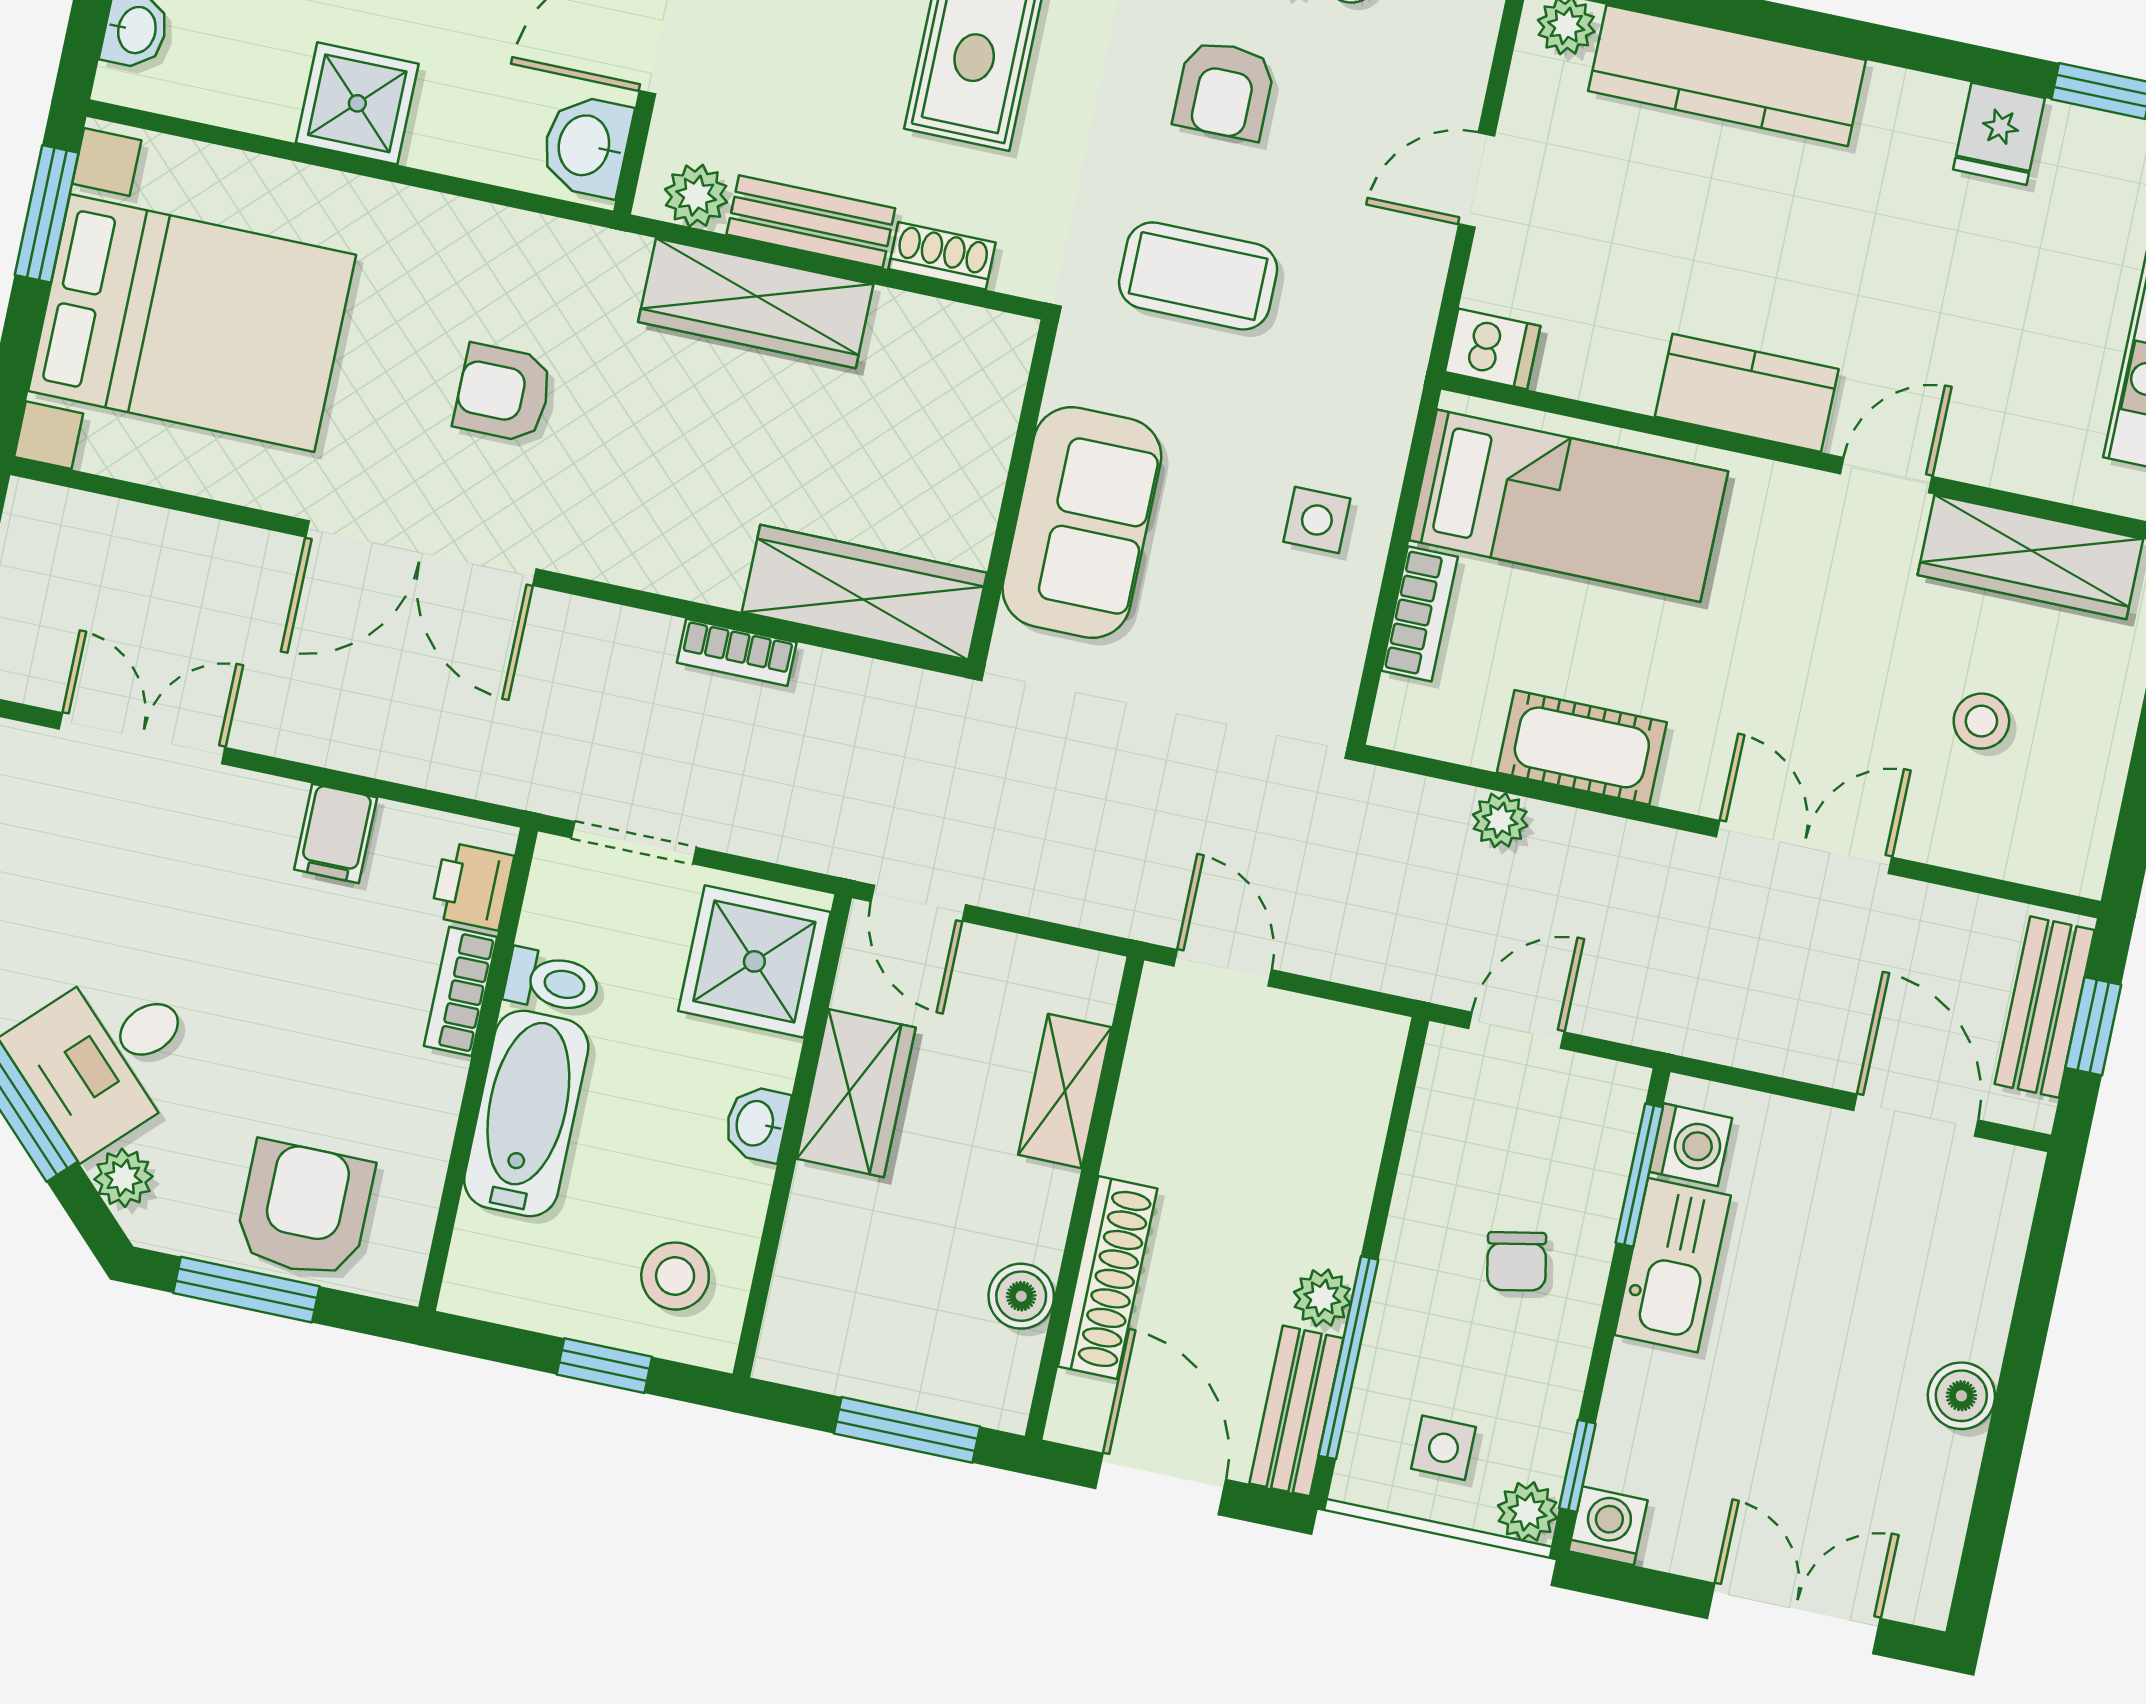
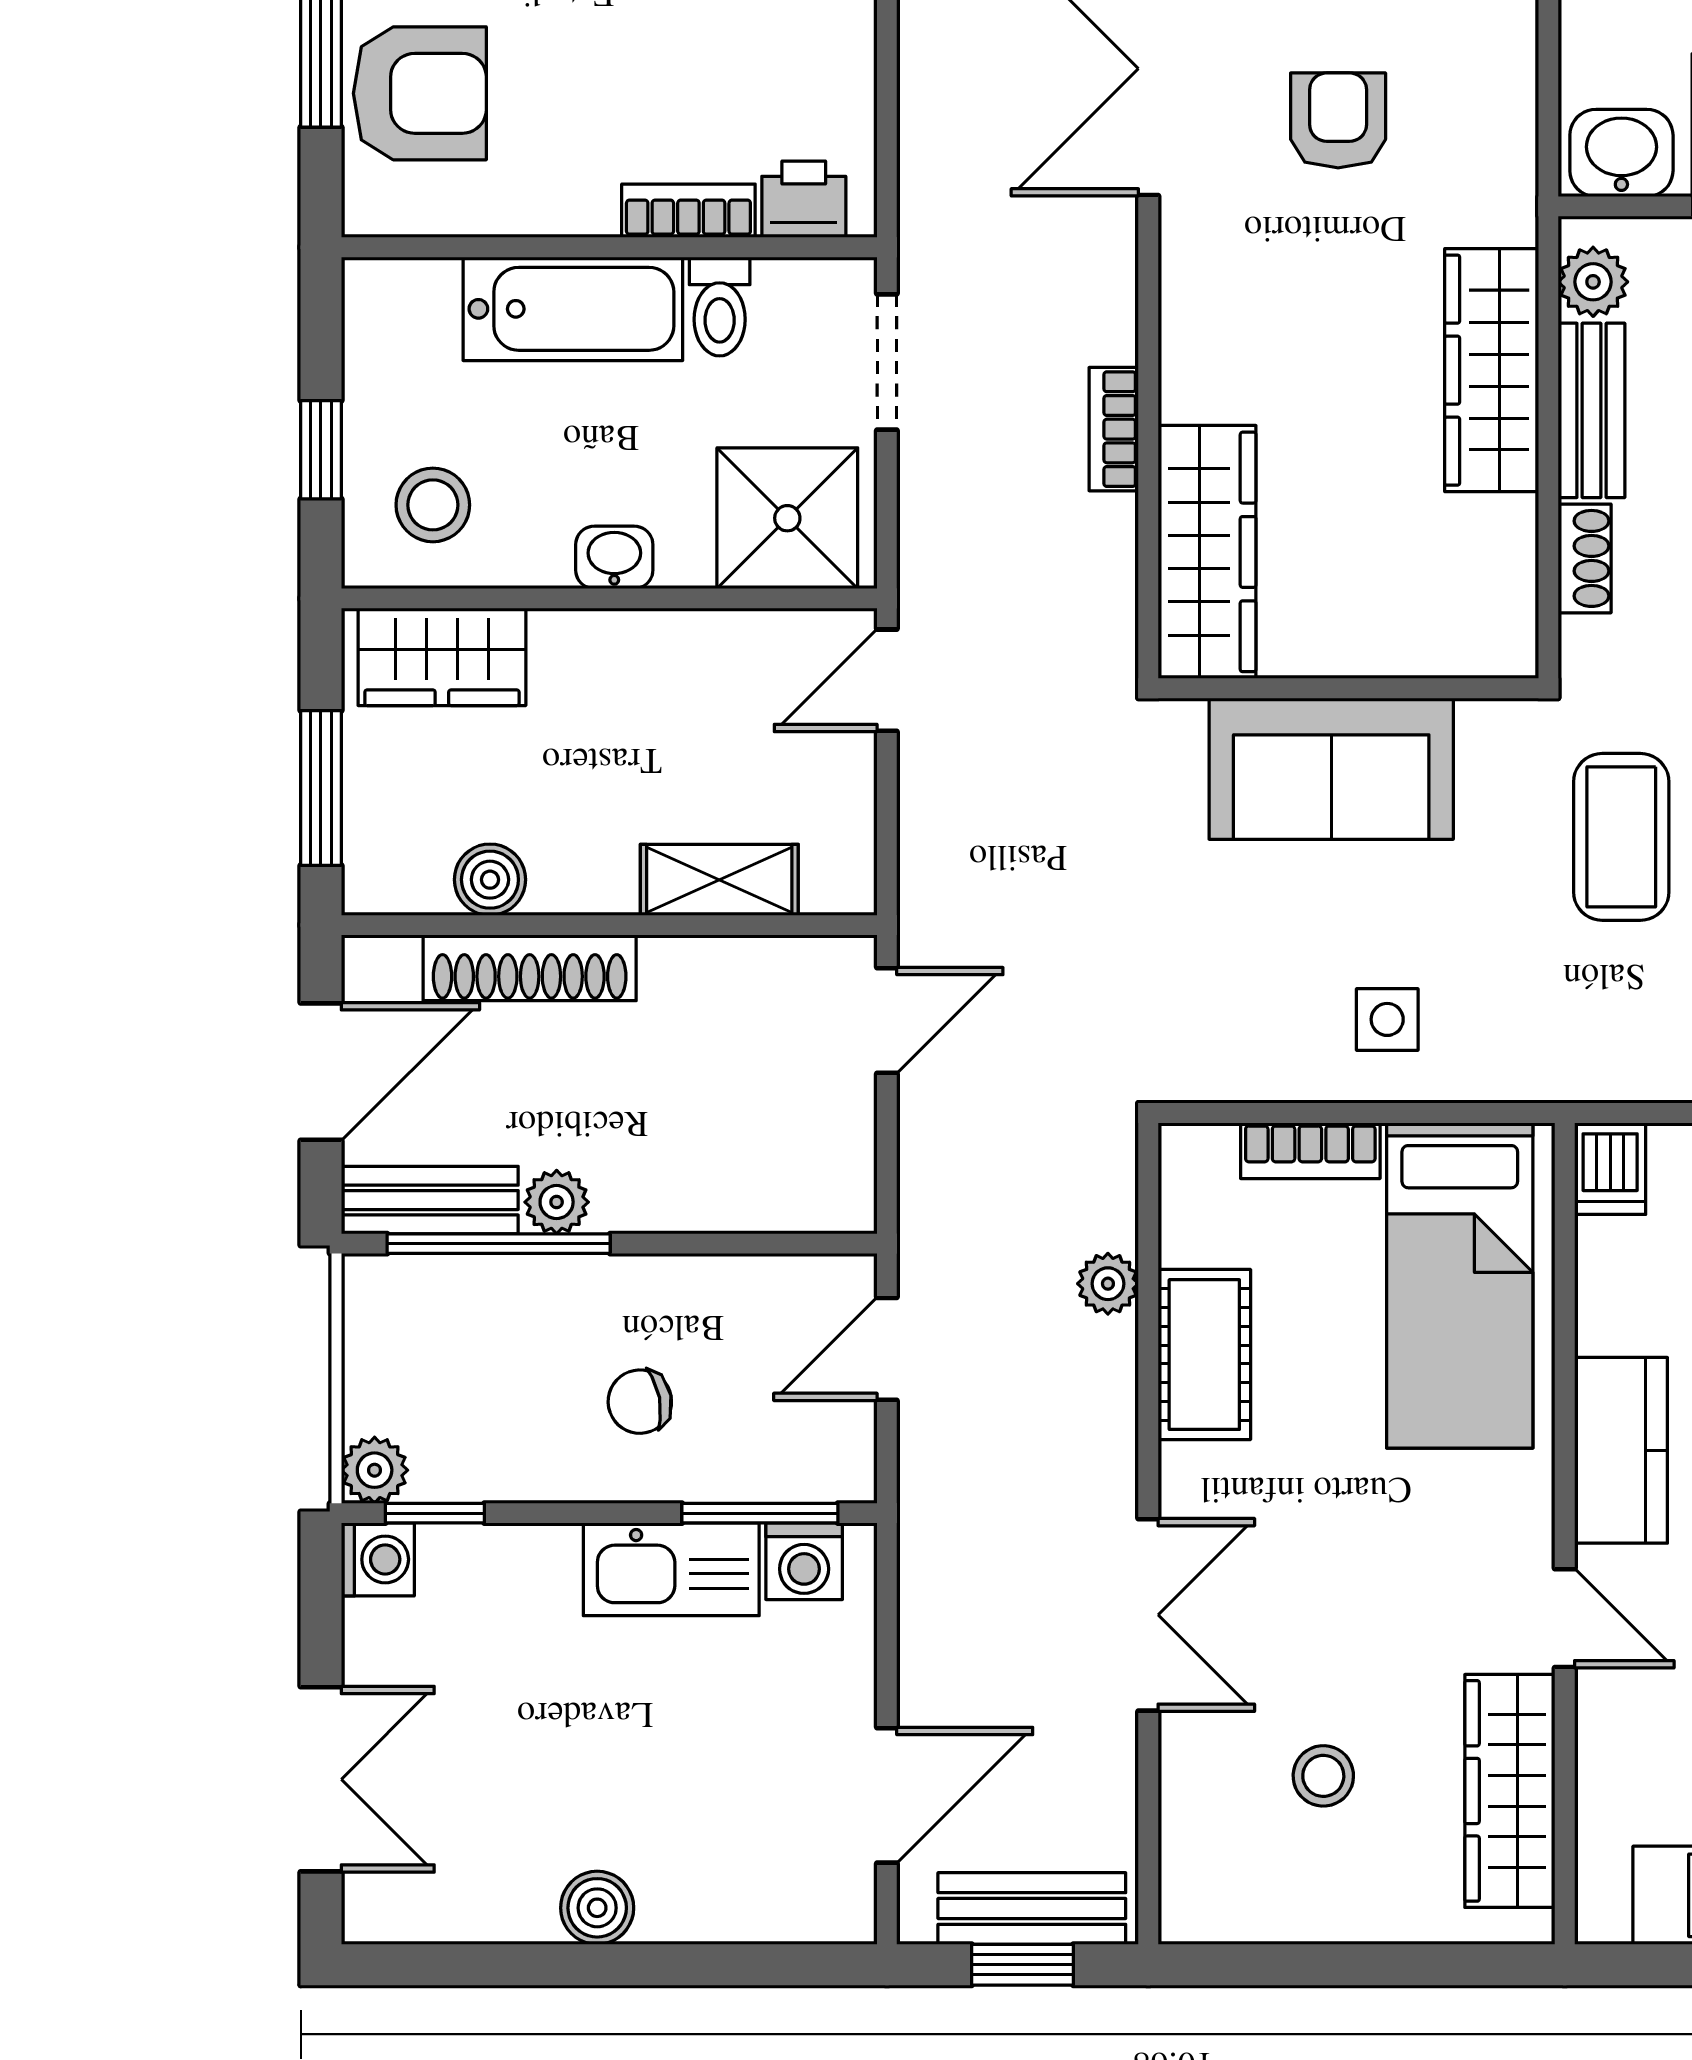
filing cabinet: (336, 833) -> (829, 41), removed
door: (1516, 1030) -> (887, 1349), swing flipped
wardrobe: (856, 1093) -> (442, 657), moved
side table: (1444, 1448) -> (424, 1366), removed

